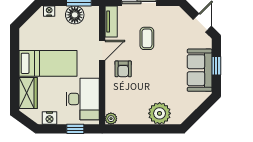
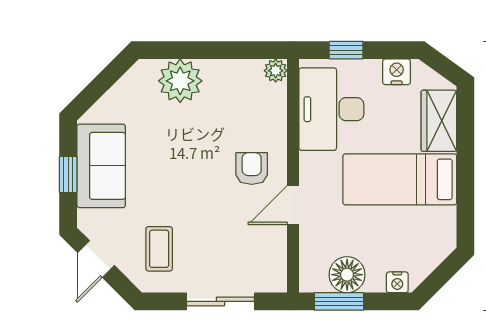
tv unit: (111, 21) -> (275, 262), removed
coffee table: (147, 38) -> (159, 249), moved

